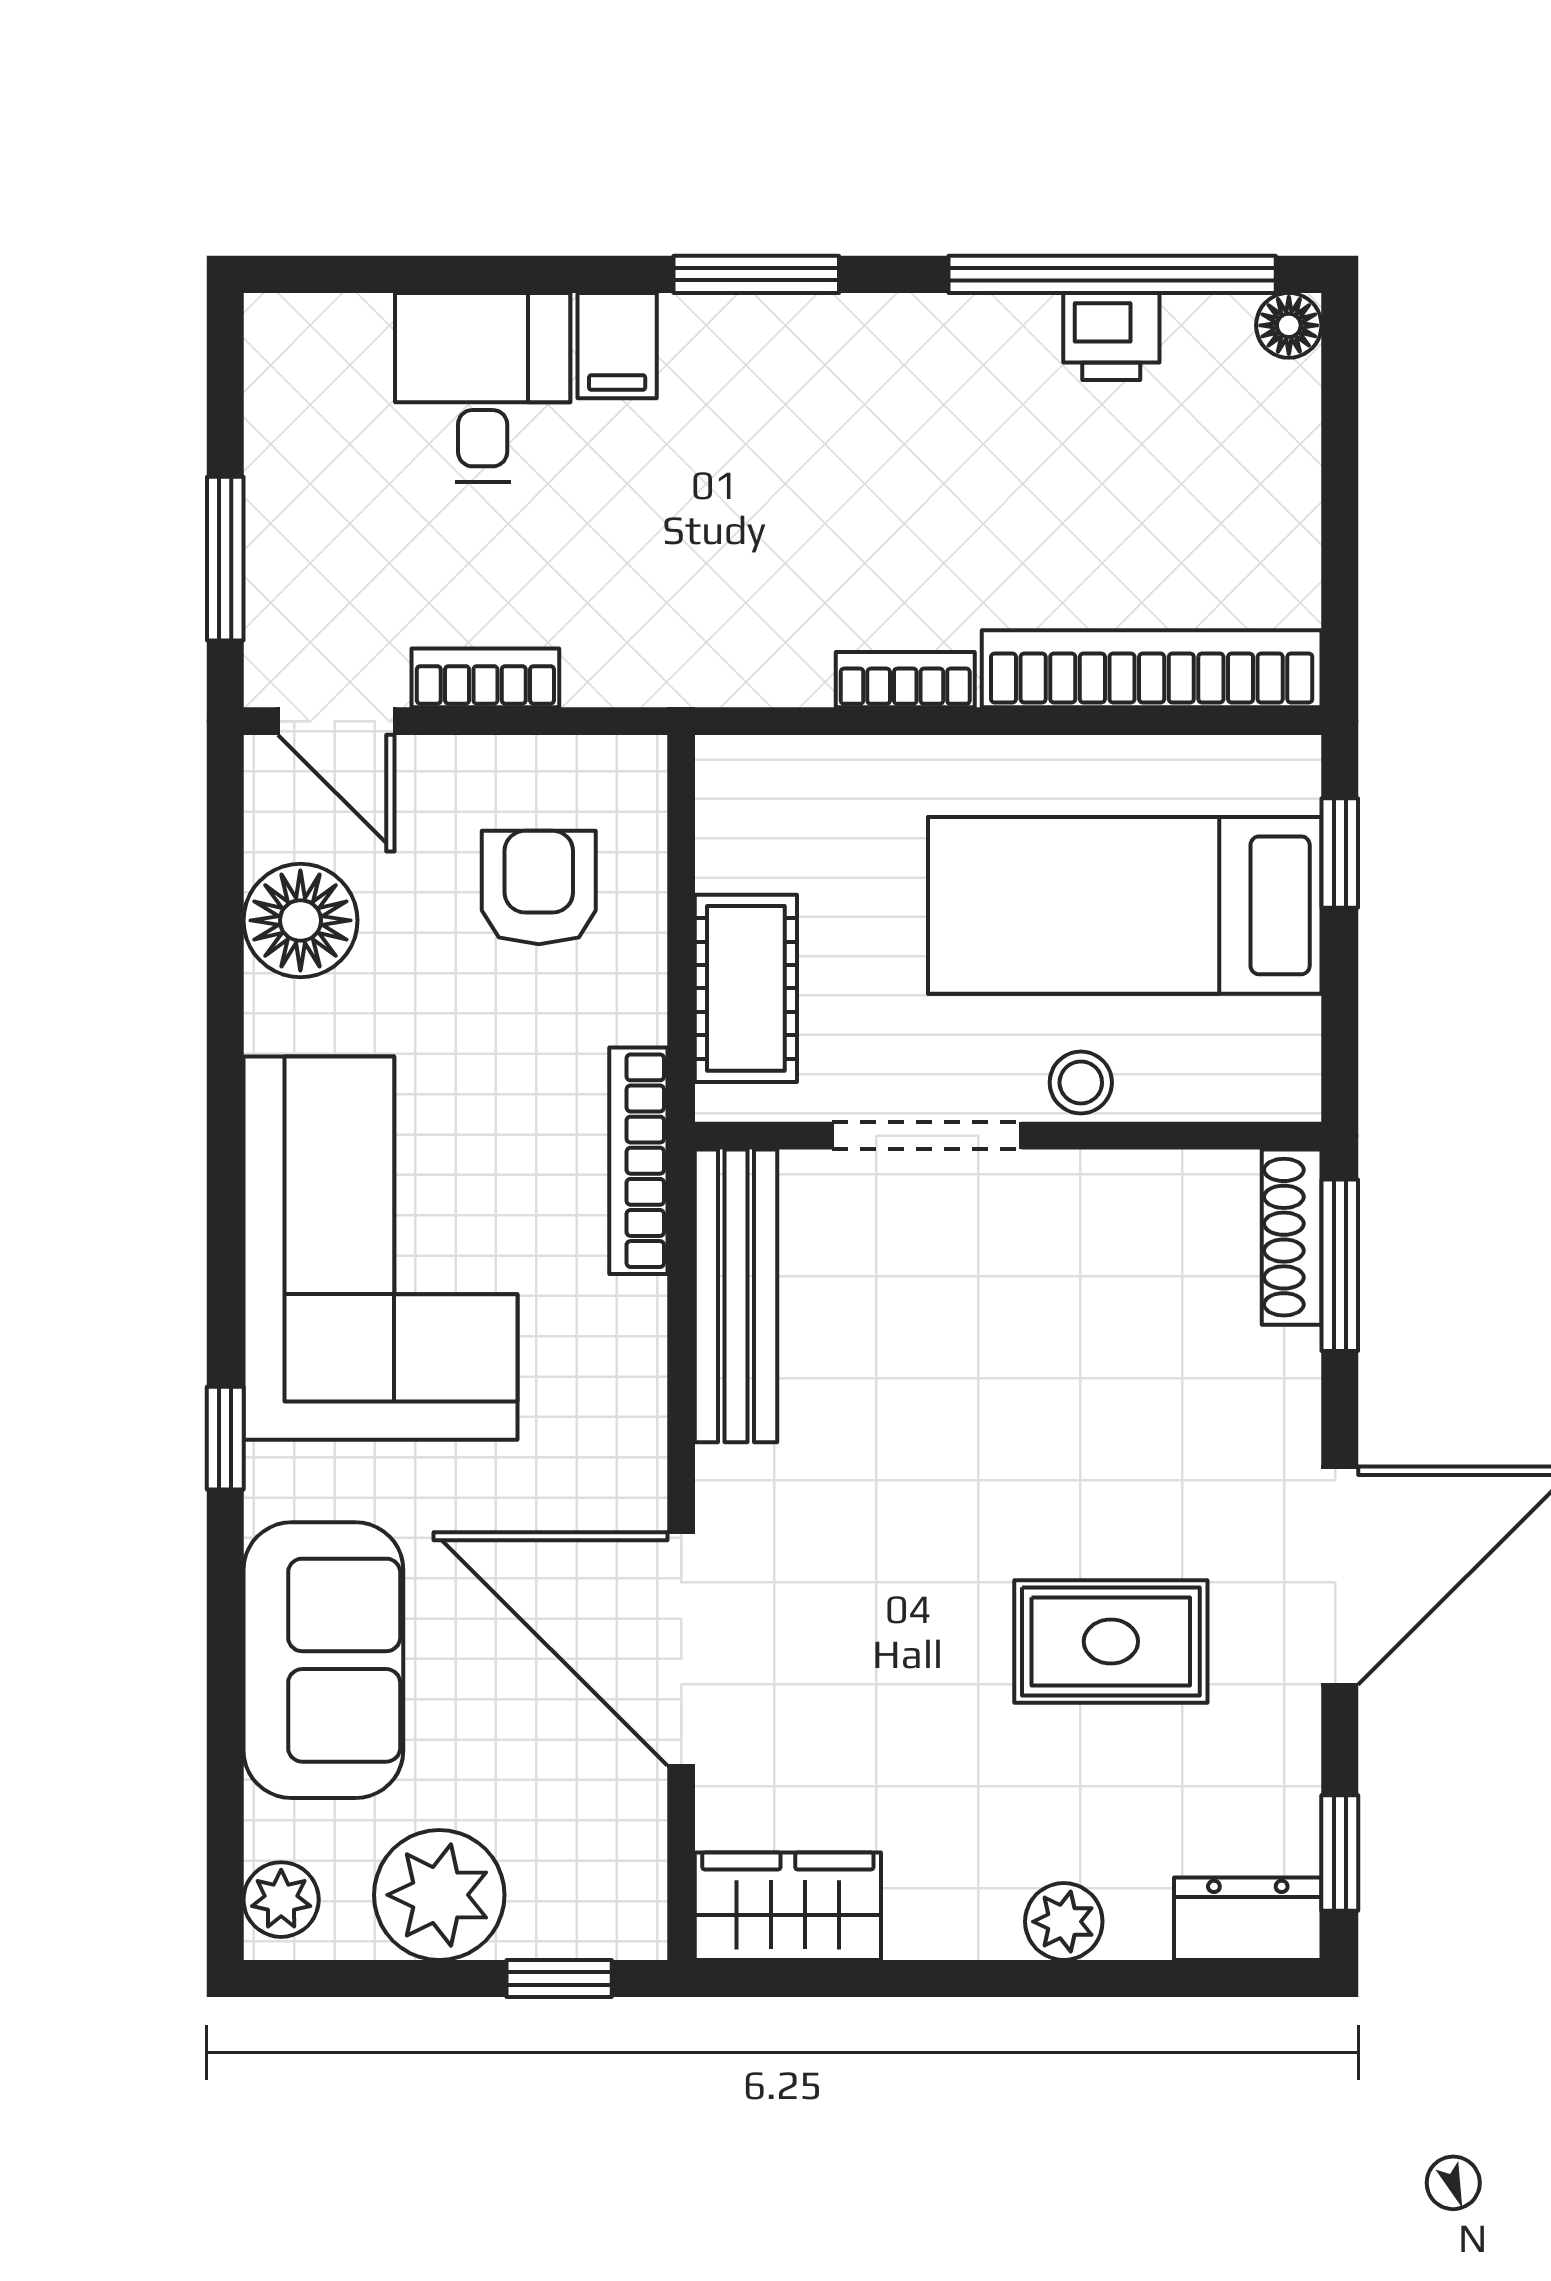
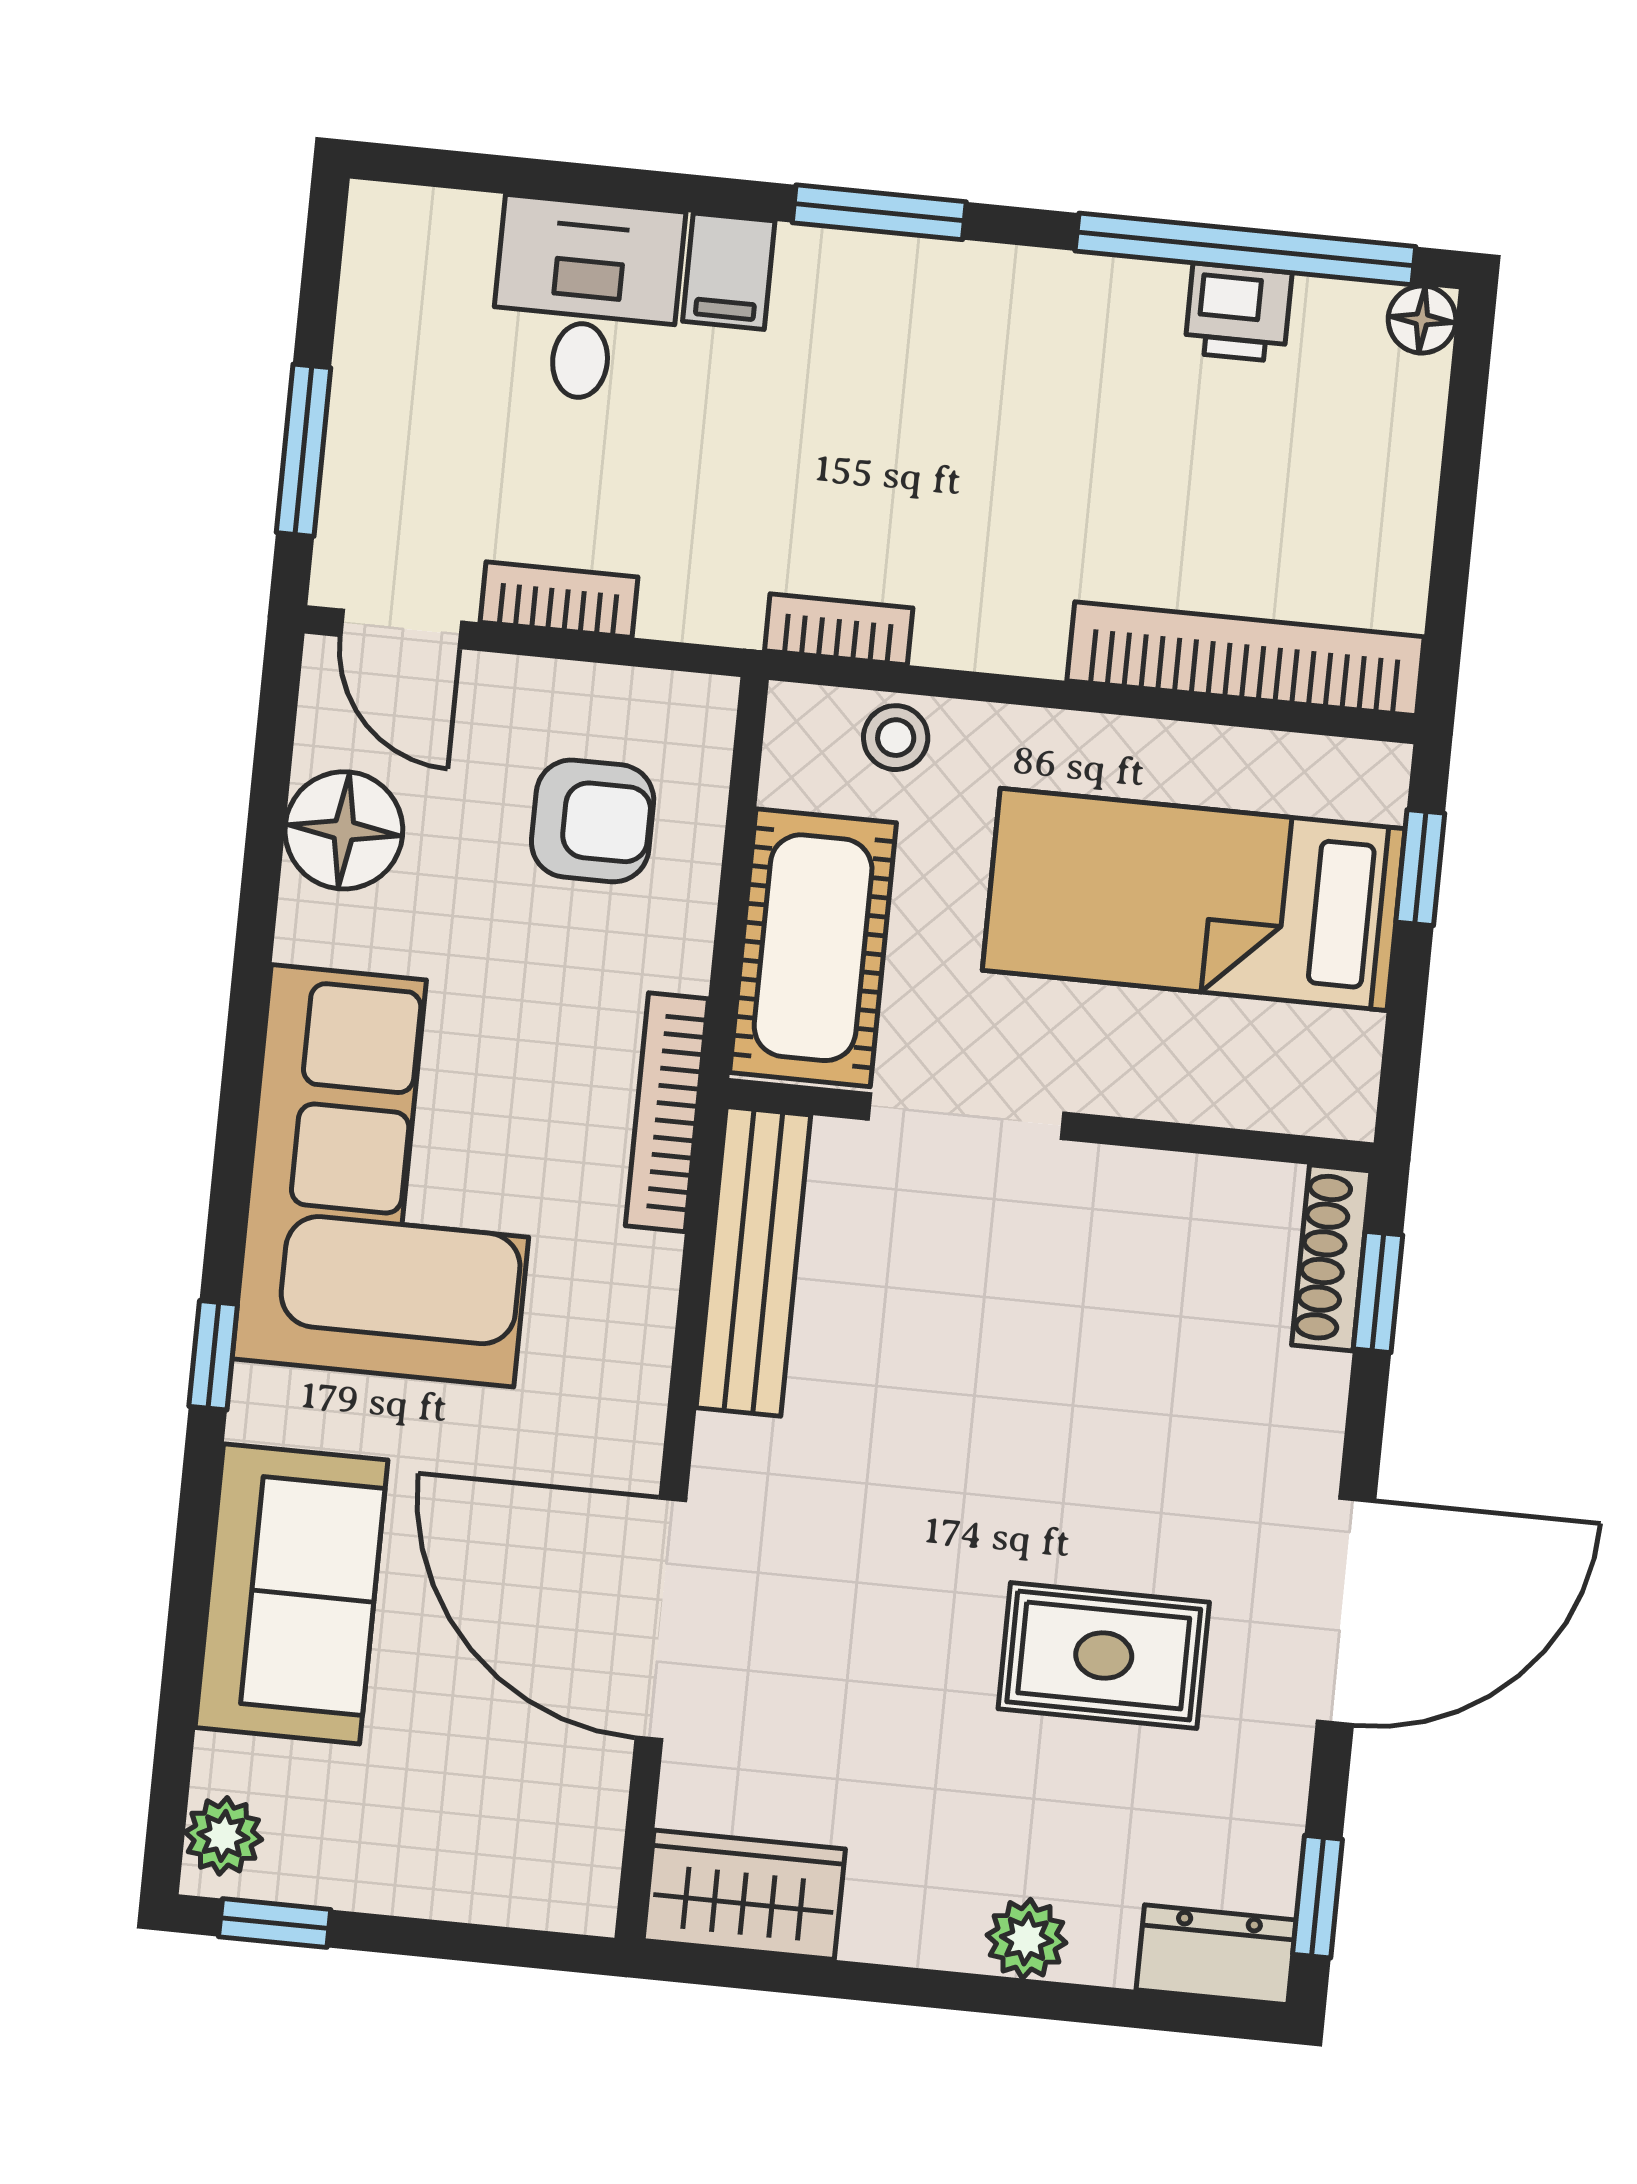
bookcase: (905, 680) -> (839, 629), moved
armchair: (539, 888) -> (593, 821), turned 90
cot: (746, 988) -> (813, 948), width x1.37, depth x1.34
stool: (1081, 1083) -> (896, 738), moved
window: (1340, 1265) -> (1378, 1292), width x0.67
plant: (439, 1895) -> (387, 1847), removed
window: (559, 1979) -> (275, 1923), moved

